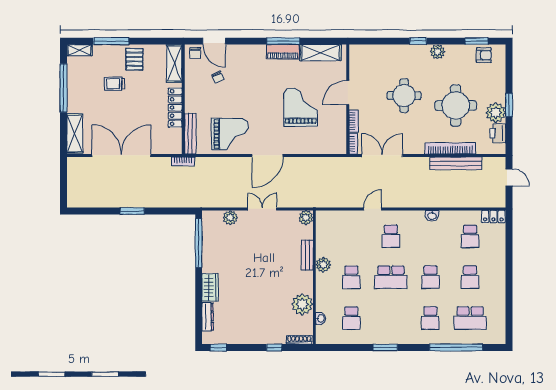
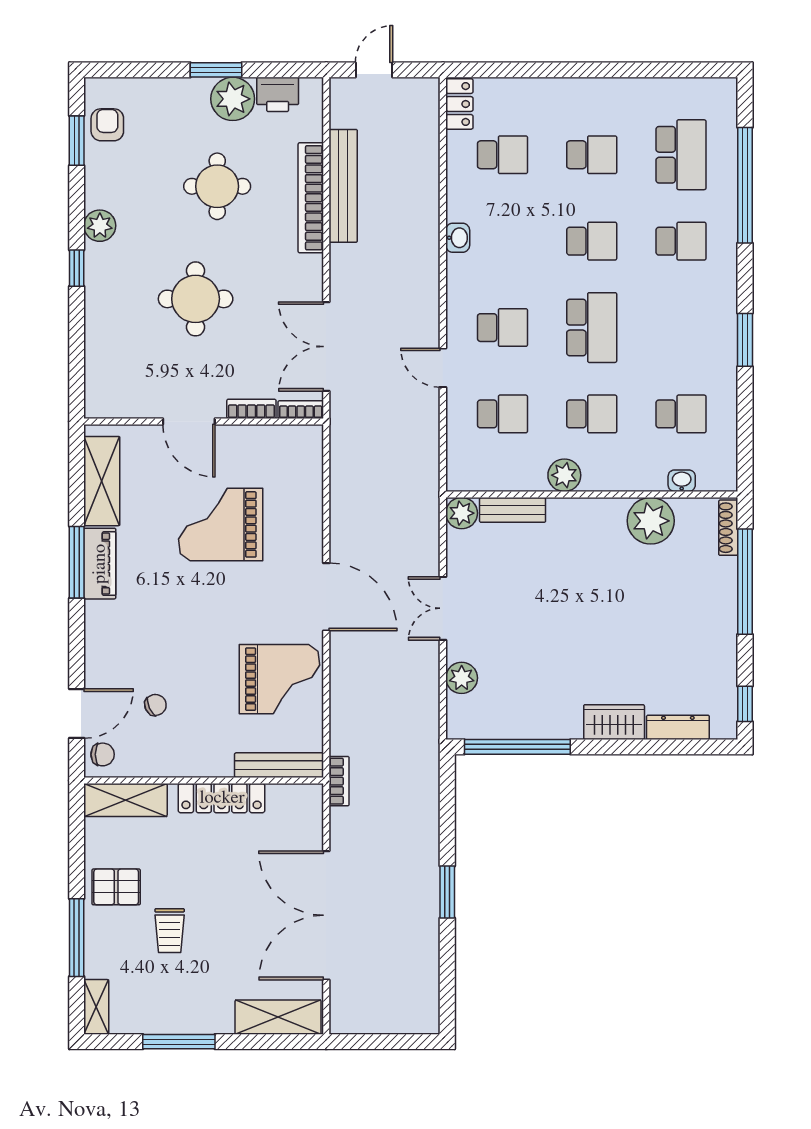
window: (64, 88) -> (179, 1042), width x0.68
round table: (456, 106) -> (217, 186), width x0.73, depth x0.73
grand piano: (230, 134) -> (279, 679), turned 90
school desk: (351, 236) -> (502, 414), added
bench: (307, 255) -> (513, 510), moved
window: (274, 347) -> (745, 582), width x3.17

